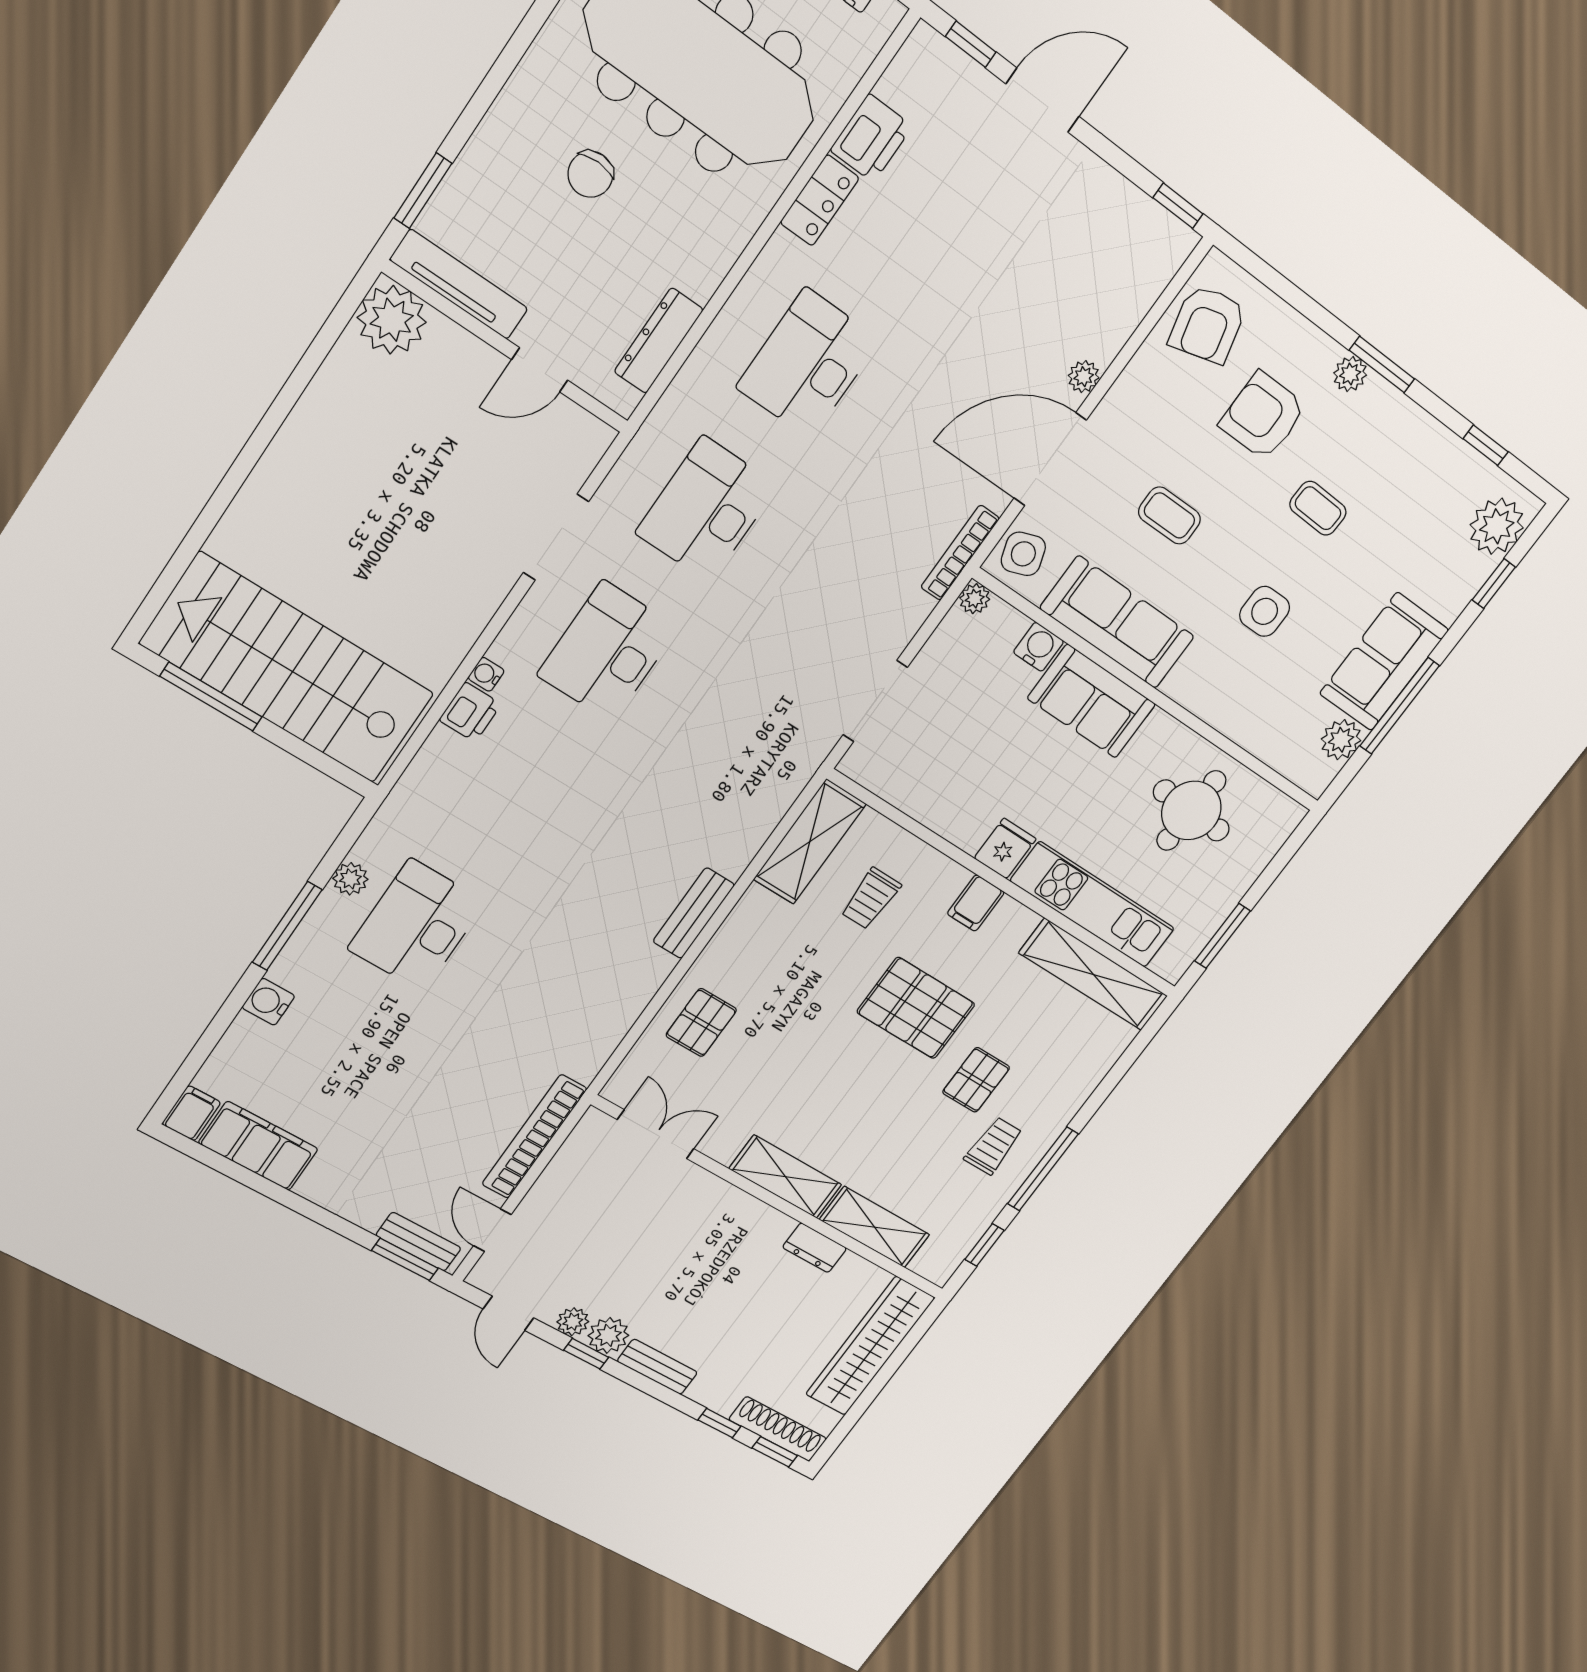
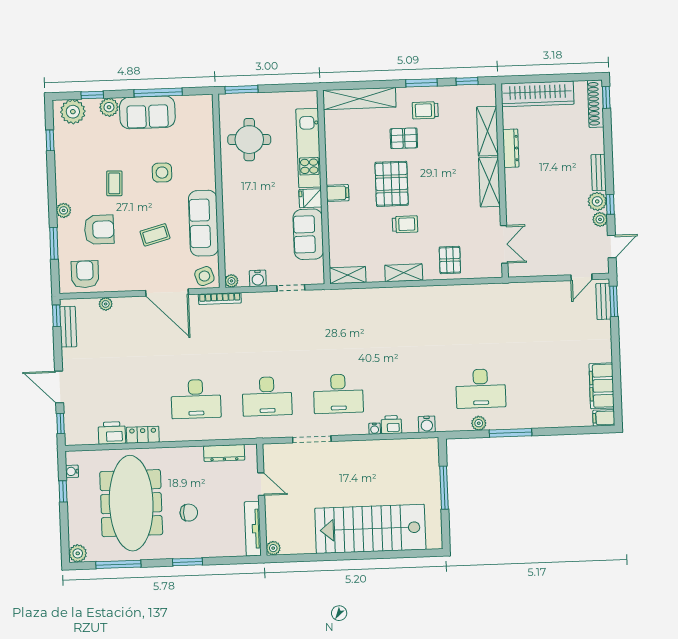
window: (423, 191) -> (188, 562), moved
plant: (392, 320) -> (273, 548), width x0.53, depth x0.53
armchair: (1208, 324) -> (85, 274), turned -75
window: (1382, 365) -> (54, 243), moved
plant: (1084, 377) -> (106, 304), moved
armchair: (1263, 416) -> (99, 230), turned -90
coffee table: (1169, 516) -> (155, 235), turned 75
water cooler: (1039, 647) -> (258, 278), moved, turned -90
stairs: (288, 669) -> (370, 529), moved, turned 90
window: (211, 697) -> (444, 488), moved
doorway: (875, 701) -> (291, 288), width x0.73
sofa: (1092, 701) -> (308, 234), moved, turned 180
plant: (1341, 740) -> (109, 107), moved
shelving: (810, 842) -> (348, 275), width x0.67, depth x0.75
trolley: (871, 898) -> (405, 224), moved
bench: (694, 913) -> (68, 327), moved, turned 90
shelving: (742, 926) -> (404, 273), added
window: (1222, 936) -> (242, 90), moved
shelving: (1093, 975) -> (359, 99), moved, turned 90
water cooler: (268, 1002) -> (427, 424), moved
pallet: (701, 1023) -> (450, 260), turned 90
double door: (656, 1134) -> (504, 244), swing flipped
bookcase: (534, 1137) -> (534, 289), removed
window: (1043, 1169) -> (422, 83), width x0.69
dresser: (815, 1248) -> (511, 148), width x1.44
window: (719, 1423) -> (607, 129), removed

